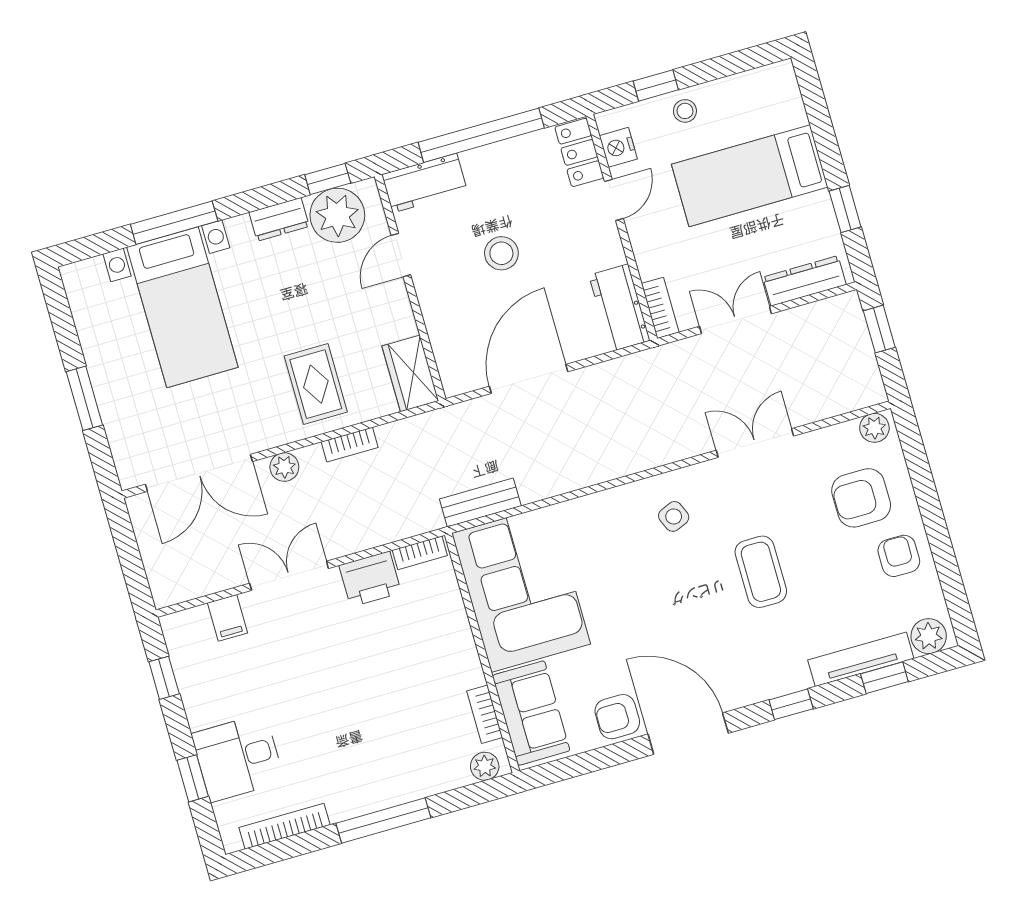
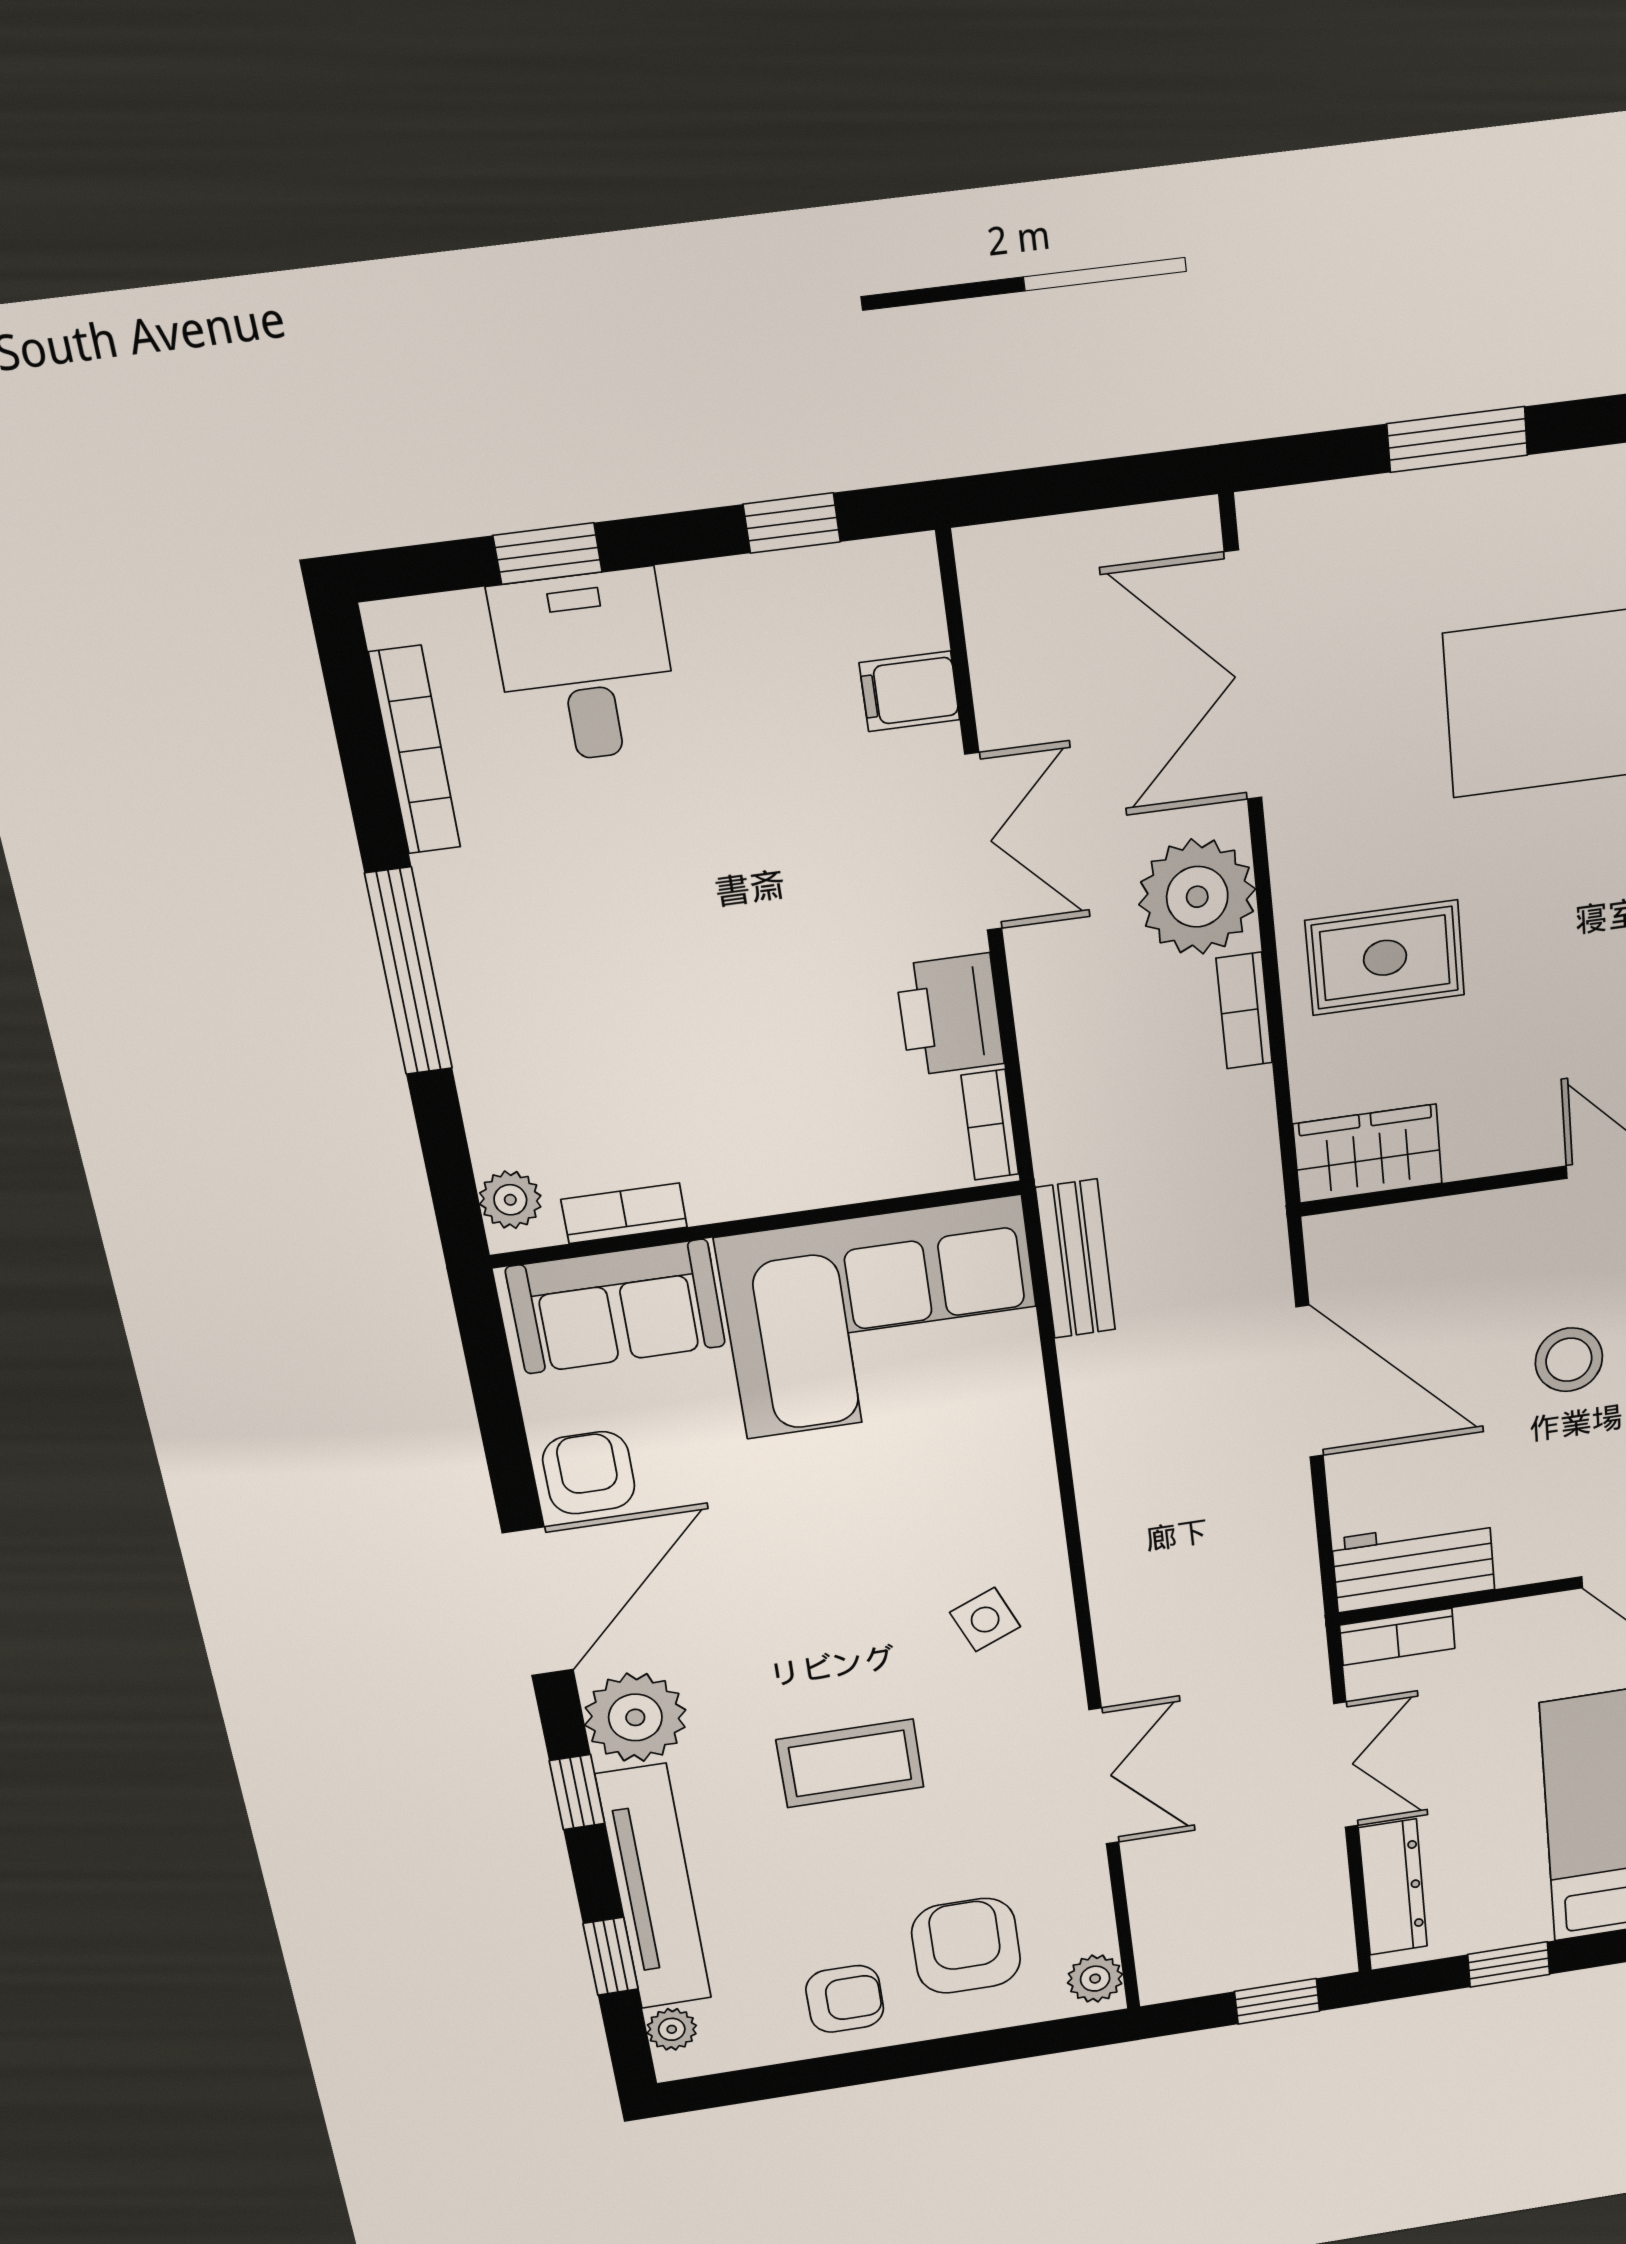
plant: (284, 467) -> (1197, 897), width x1.88, depth x1.88
plant: (929, 636) -> (672, 2029), width x0.73, depth x0.73
tv unit: (861, 659) -> (654, 1887), width x1.36, depth x1.29
plant: (746, 680) -> (635, 1717), added

